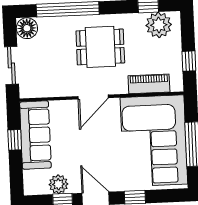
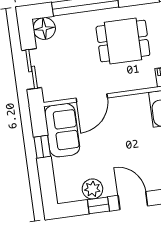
door: (93, 97) -> (92, 98), moved
sofa: (35, 135) -> (62, 130), width x0.73

